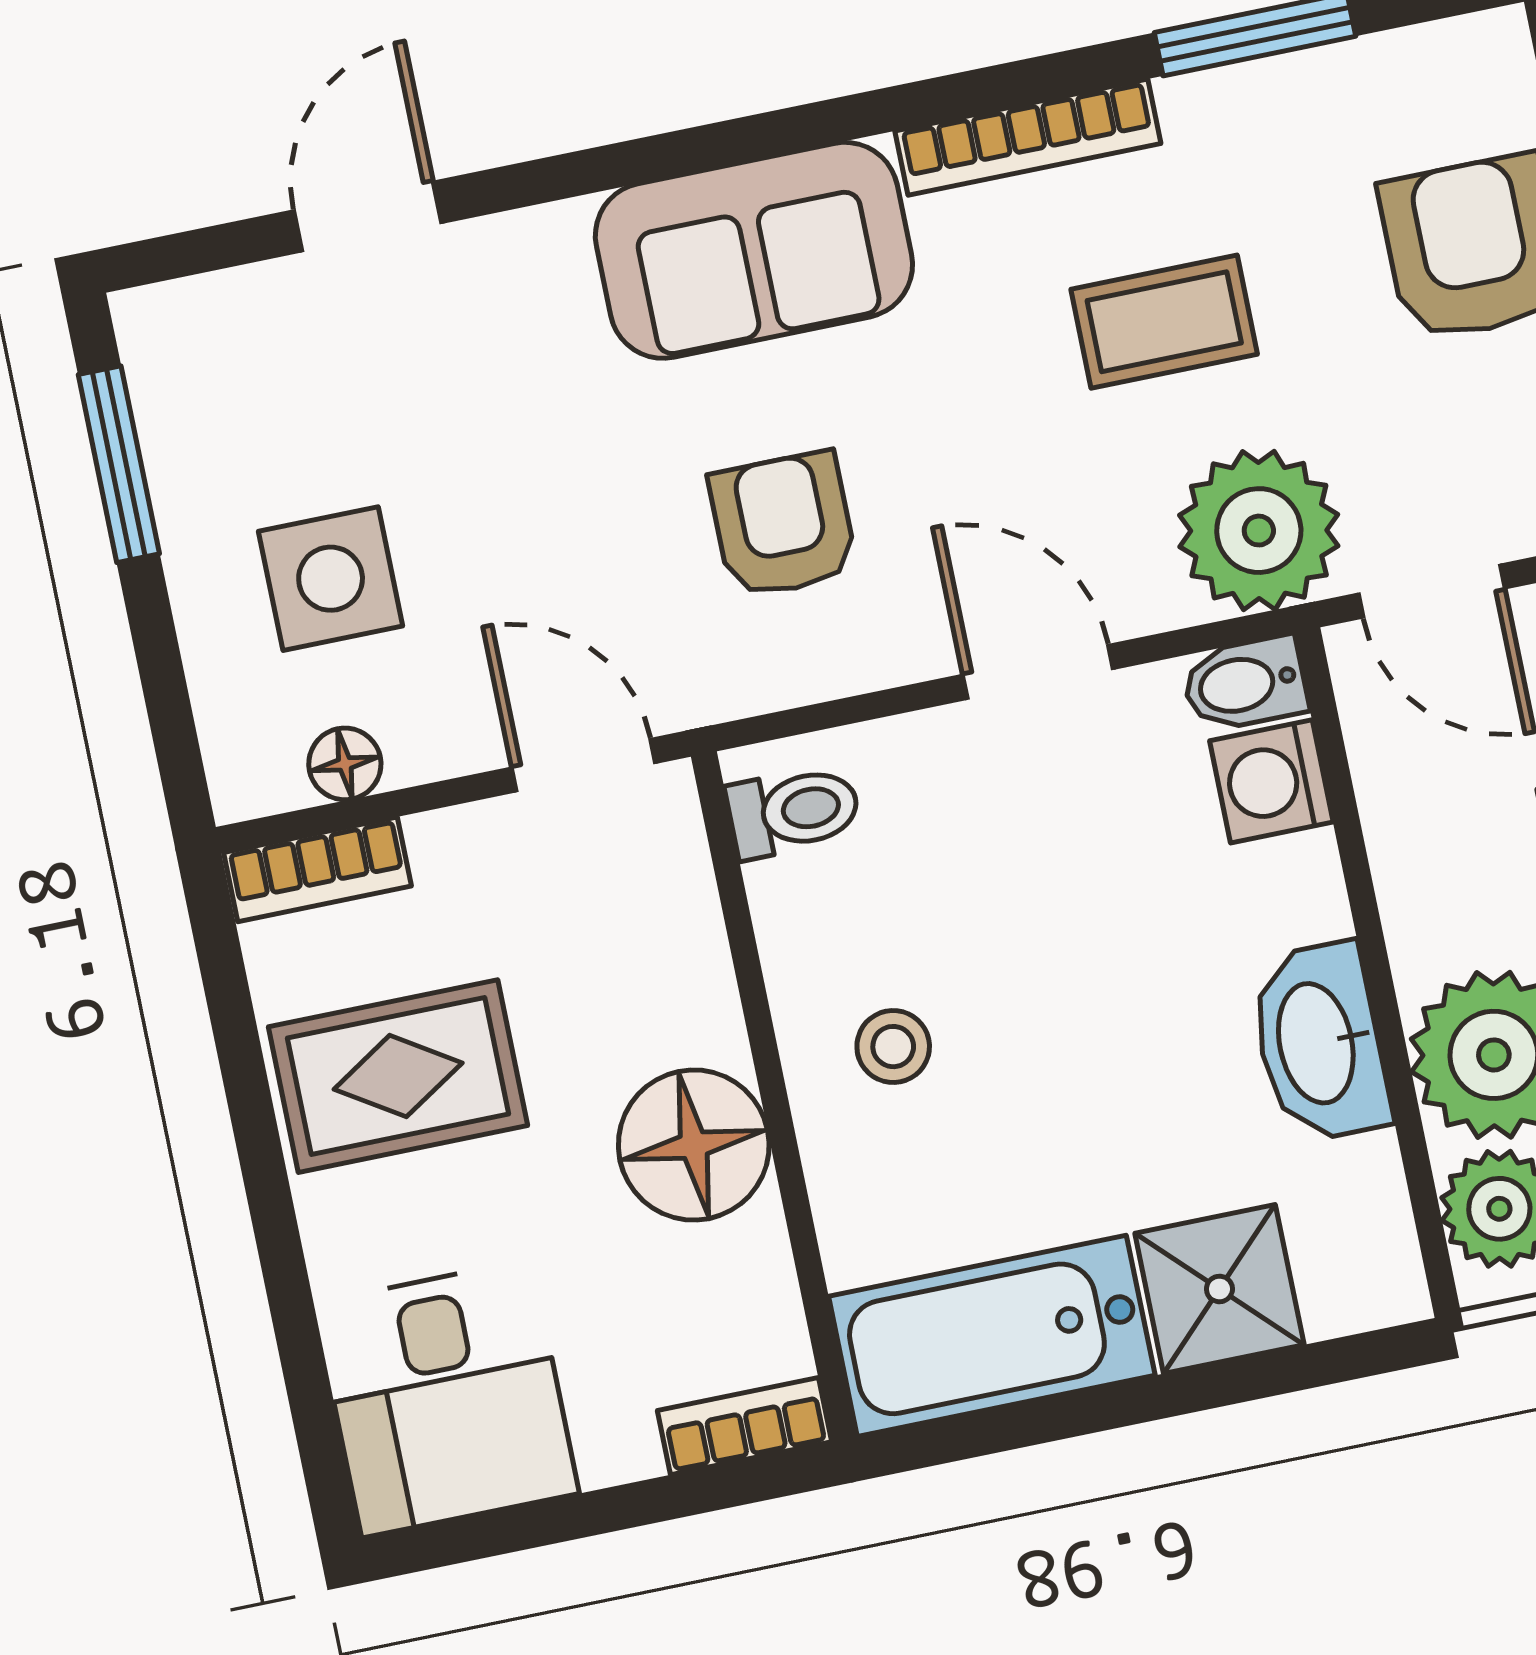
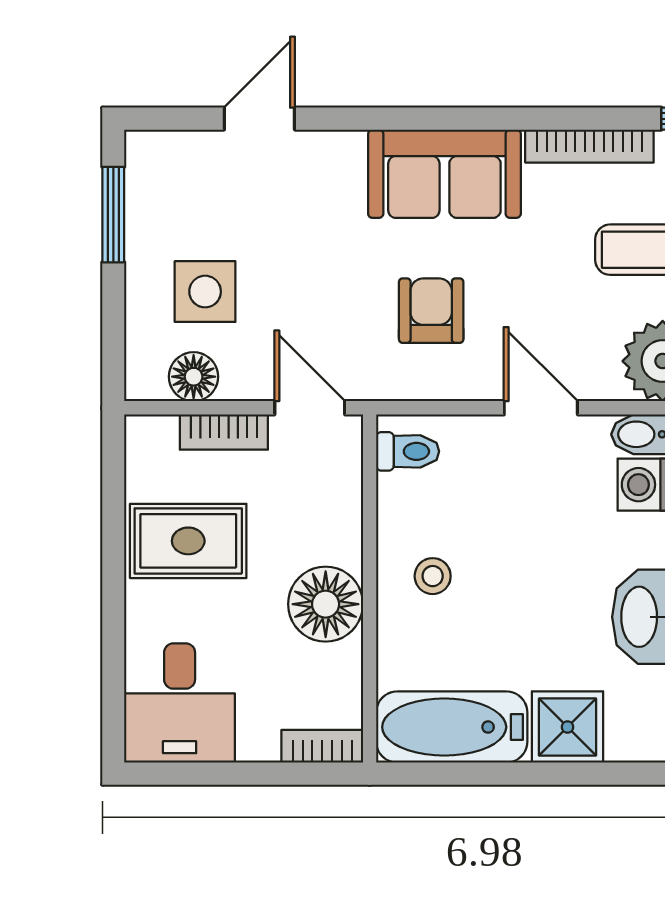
floor lamp: (345, 764) -> (194, 377), width x1.37, depth x1.37
bookcase: (317, 869) -> (224, 432), moved

